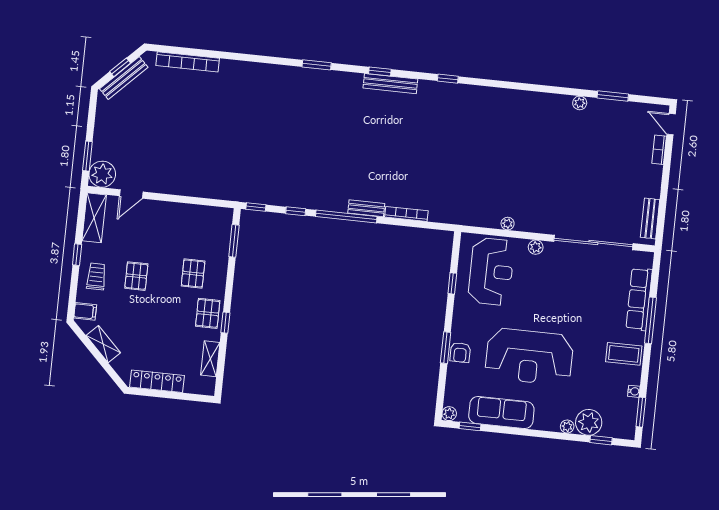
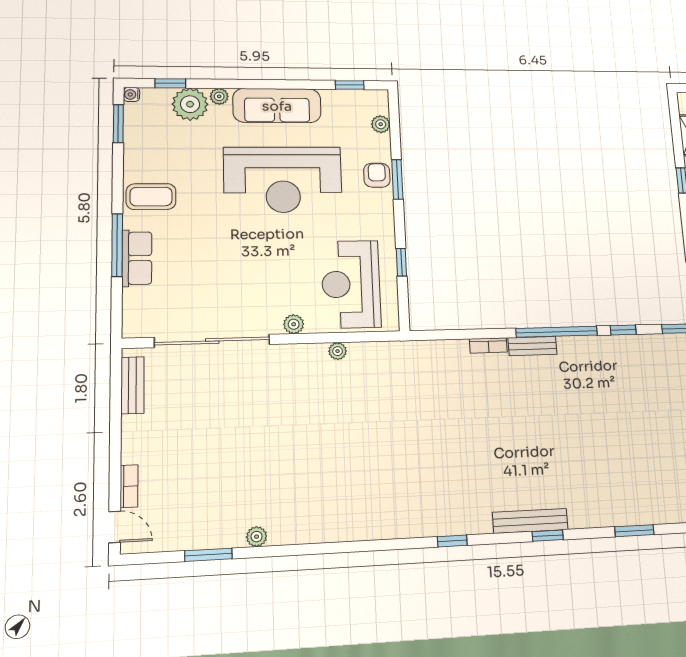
bookcase: (406, 214) -> (488, 345), width x0.64
row of seats: (639, 299) -> (137, 258), width x0.68
reception desk: (529, 357) -> (283, 180), turned 180
water cooler: (634, 391) -> (131, 94), moved
sofa: (501, 413) -> (277, 106), moved
plant: (449, 414) -> (381, 124), moved

